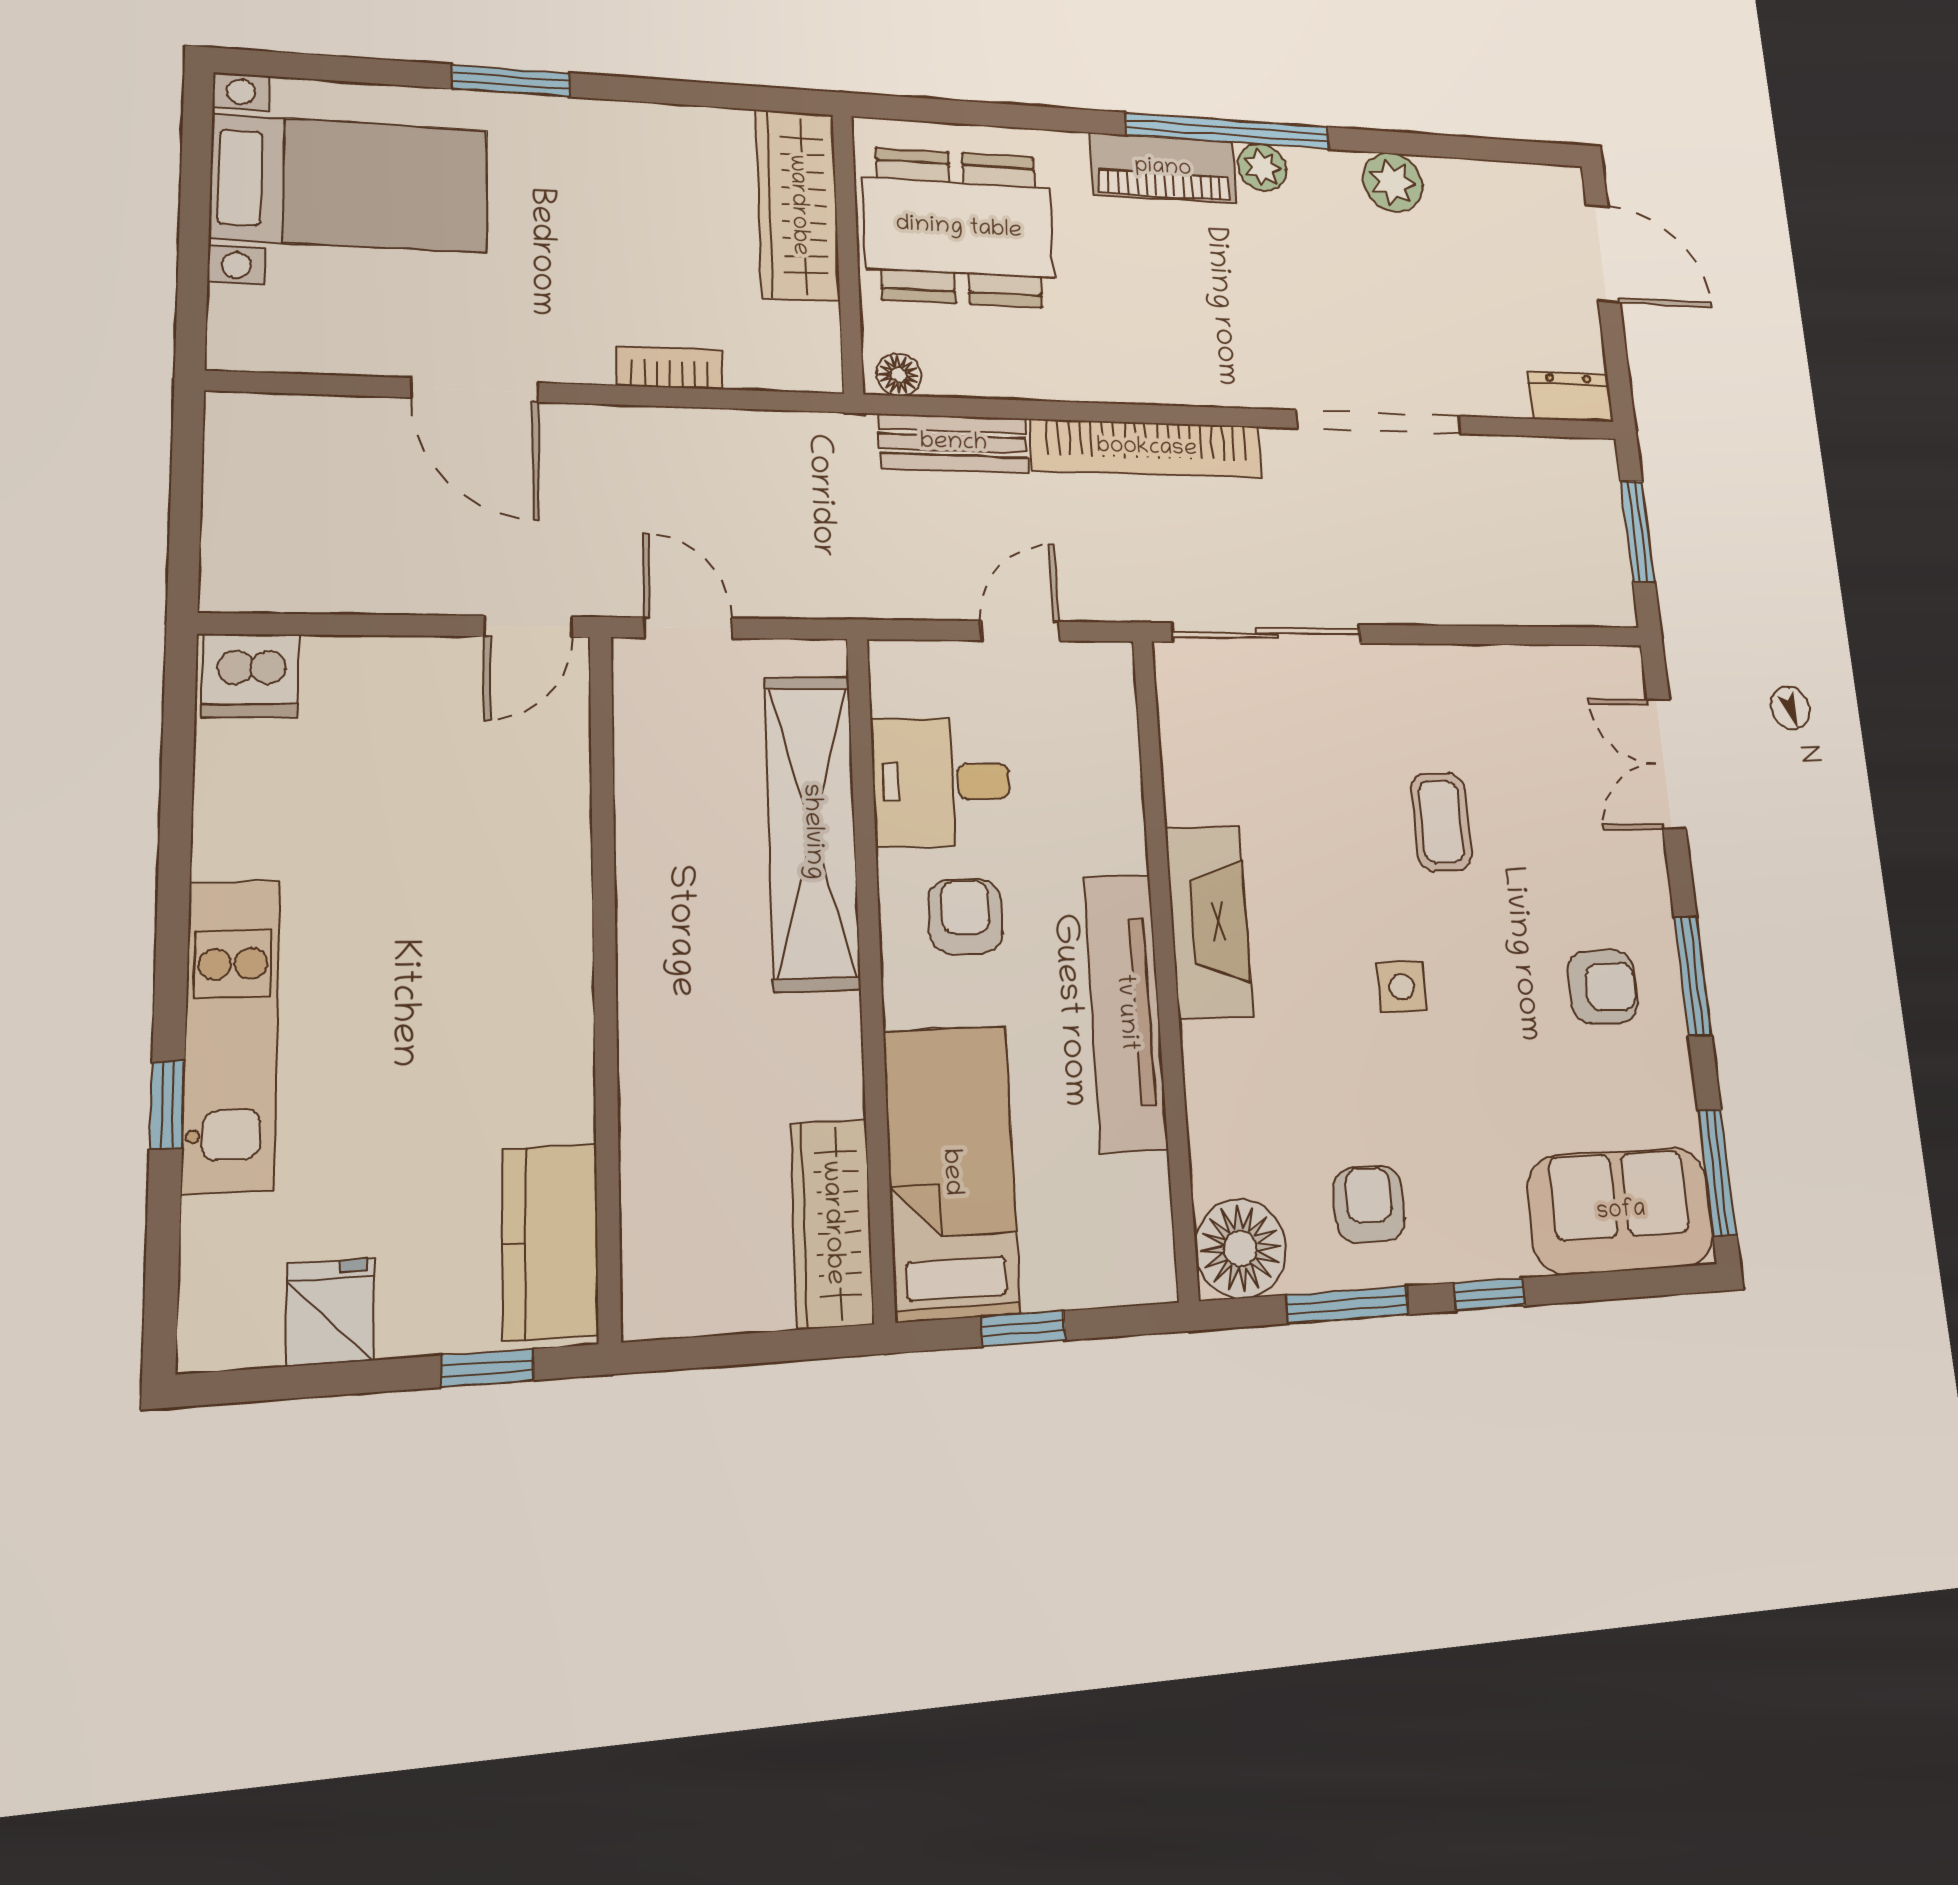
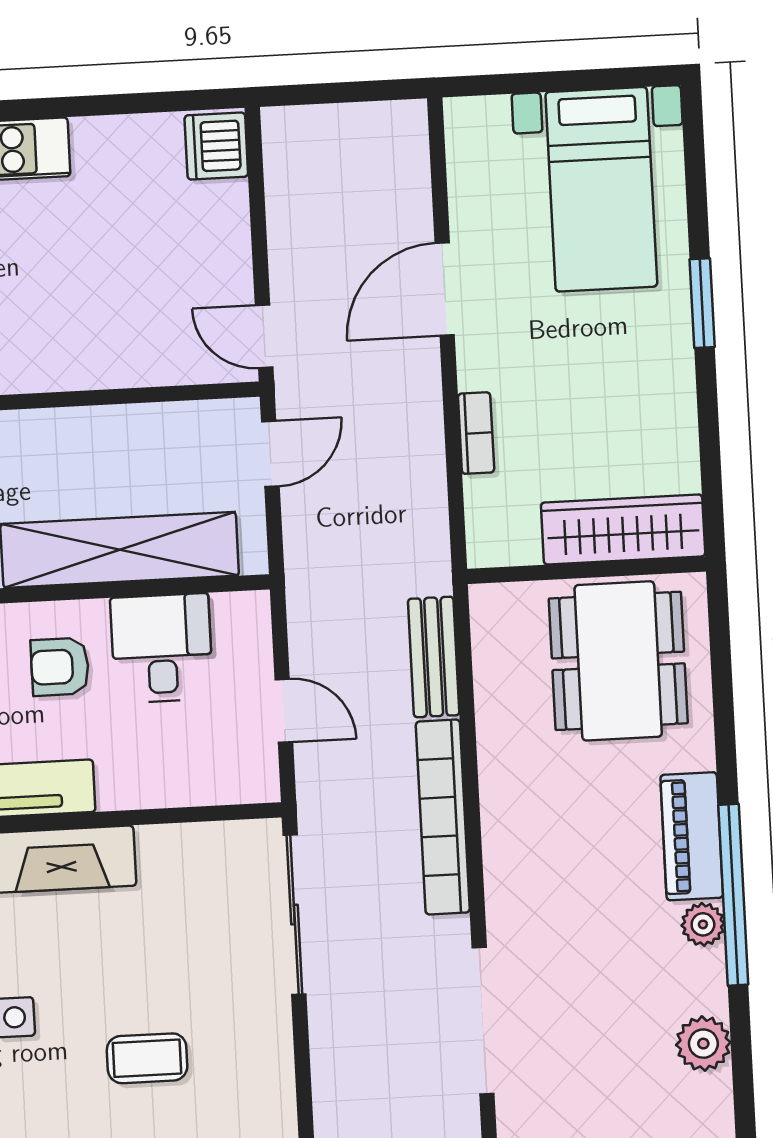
floor lamp: (899, 375) -> (487, 612), removed
armchair: (965, 916) -> (60, 667), turned 180

